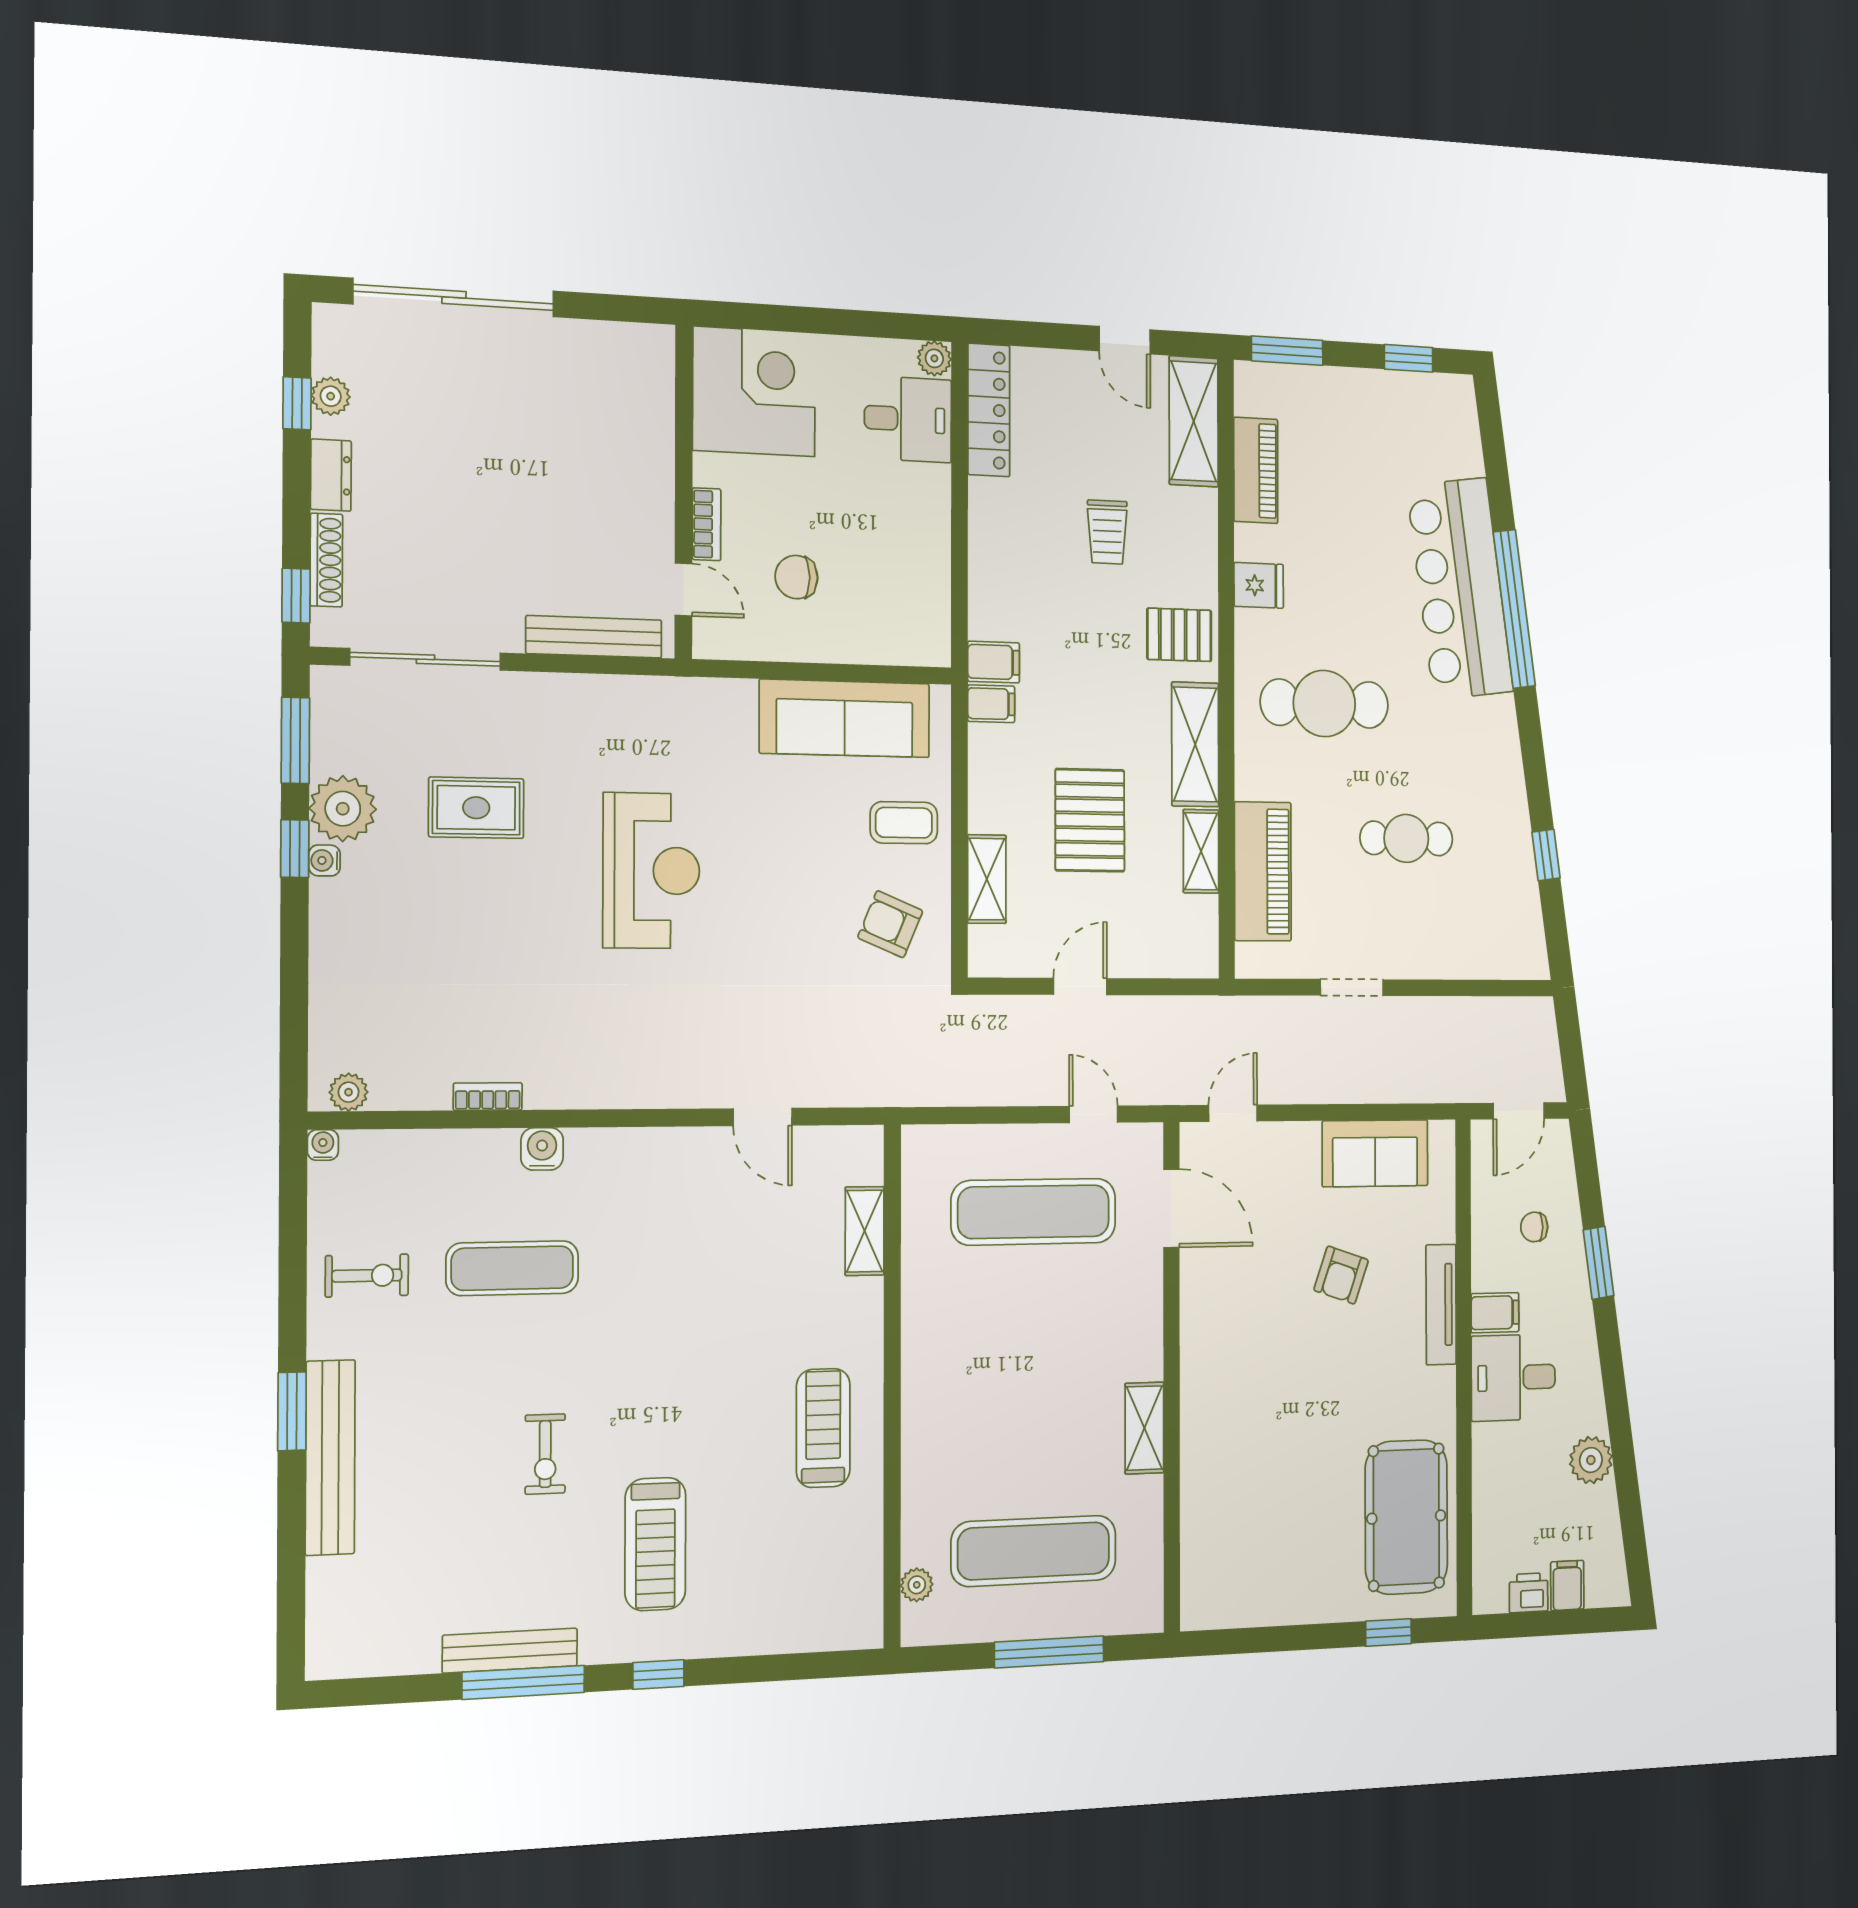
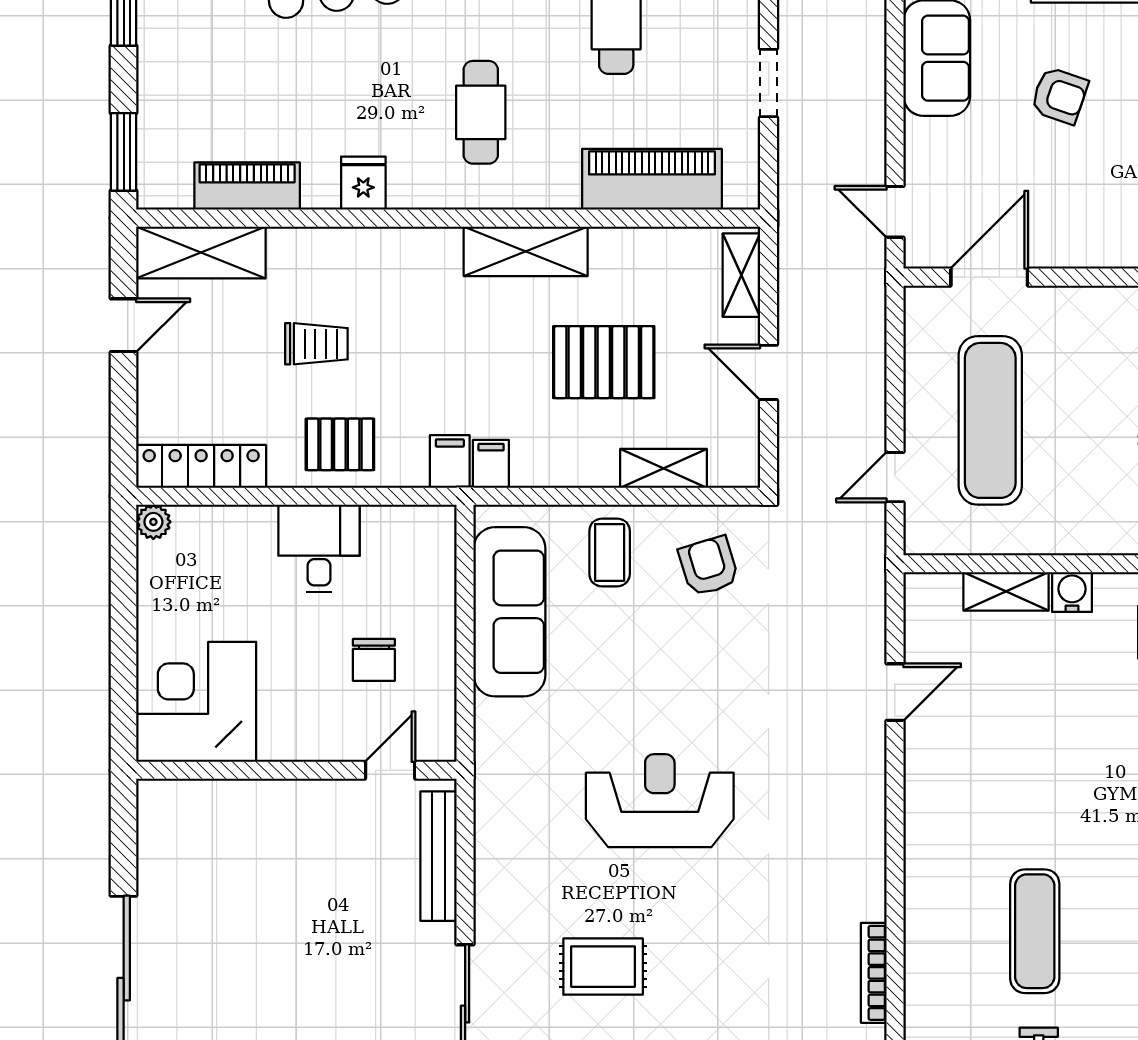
desk: (908, 419) -> (319, 549), moved
bookcase: (707, 524) -> (327, 748), removed
pallet: (1179, 635) -> (340, 444), moved, turned 90
cafe table: (1324, 704) -> (481, 112), width x0.73, depth x0.74
rug: (476, 808) -> (603, 967), turned 90
shelving: (1201, 851) -> (741, 275), moved, turned 90
armchair: (890, 924) -> (709, 566), turned 140
bookcase: (488, 1097) -> (874, 973), width x1.56
door: (1093, 1114) -> (895, 477), moved
water cooler: (542, 1149) -> (1072, 592), moved, turned 90

